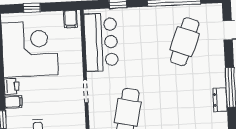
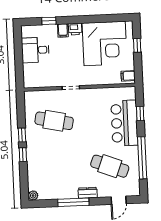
bar counter: (101, 42) -> (124, 123), moved, turned 90
dresser: (220, 100) -> (88, 193), moved

